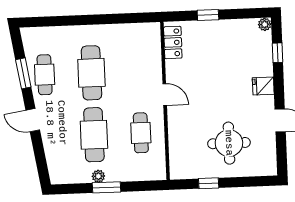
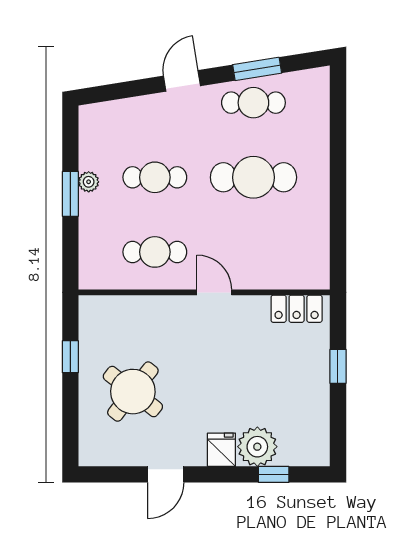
plant: (265, 24) -> (257, 447), moved, width x1.88, depth x1.88
door: (165, 95) -> (214, 292), swing flipped
cafe table: (94, 135) -> (155, 177), width x0.73, depth x0.74
round table: (229, 143) -> (133, 392), turned 38

